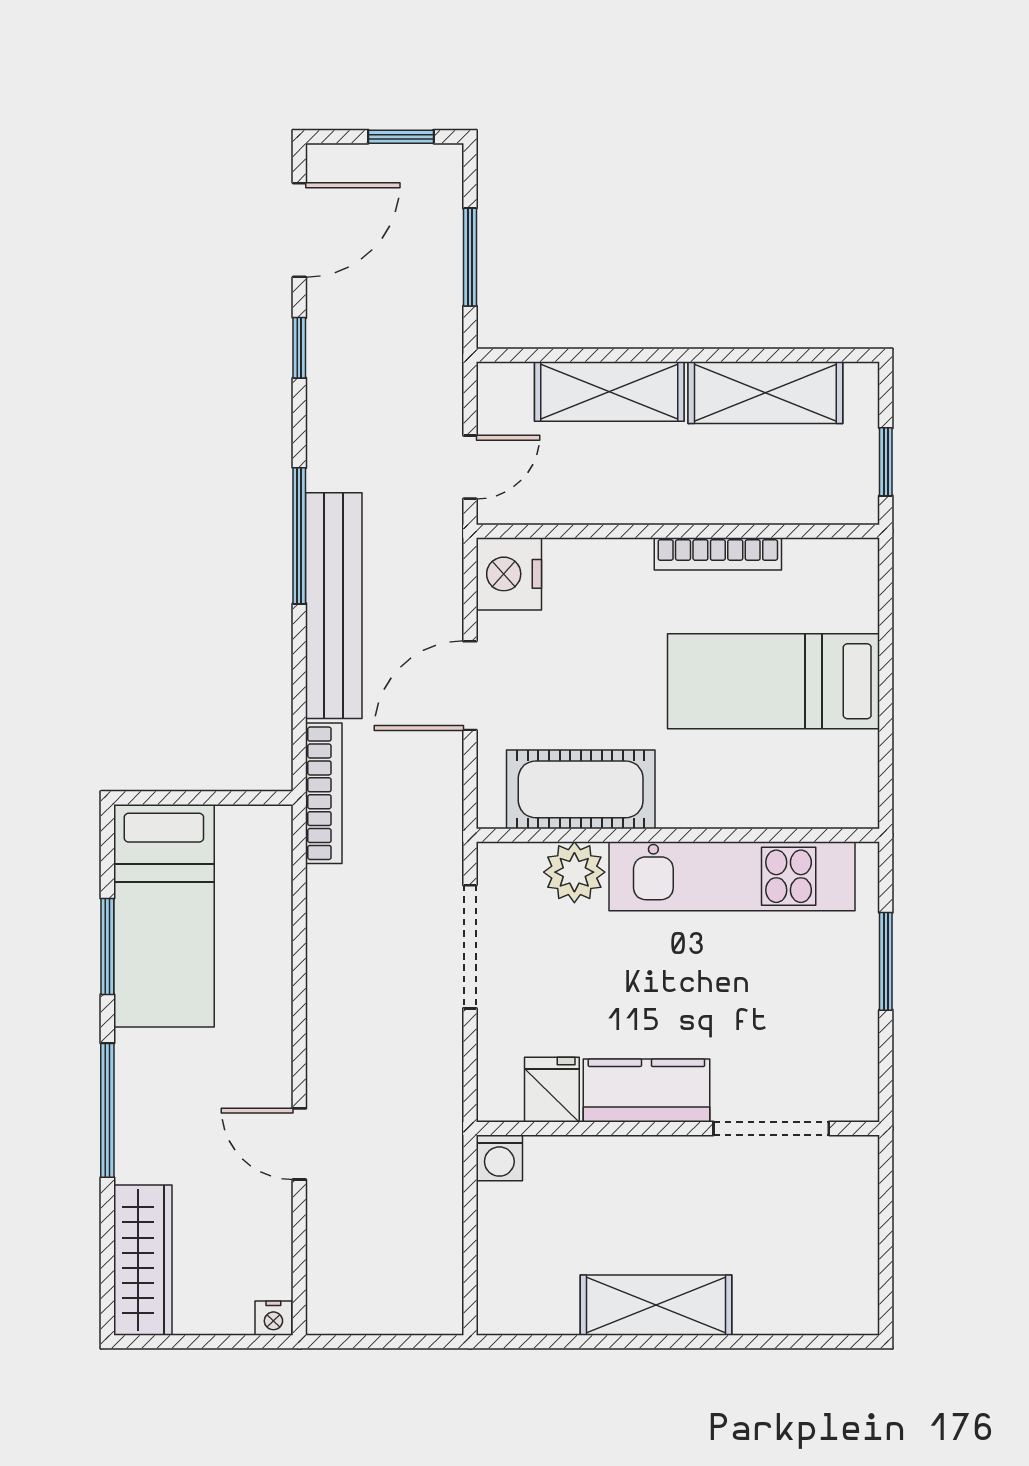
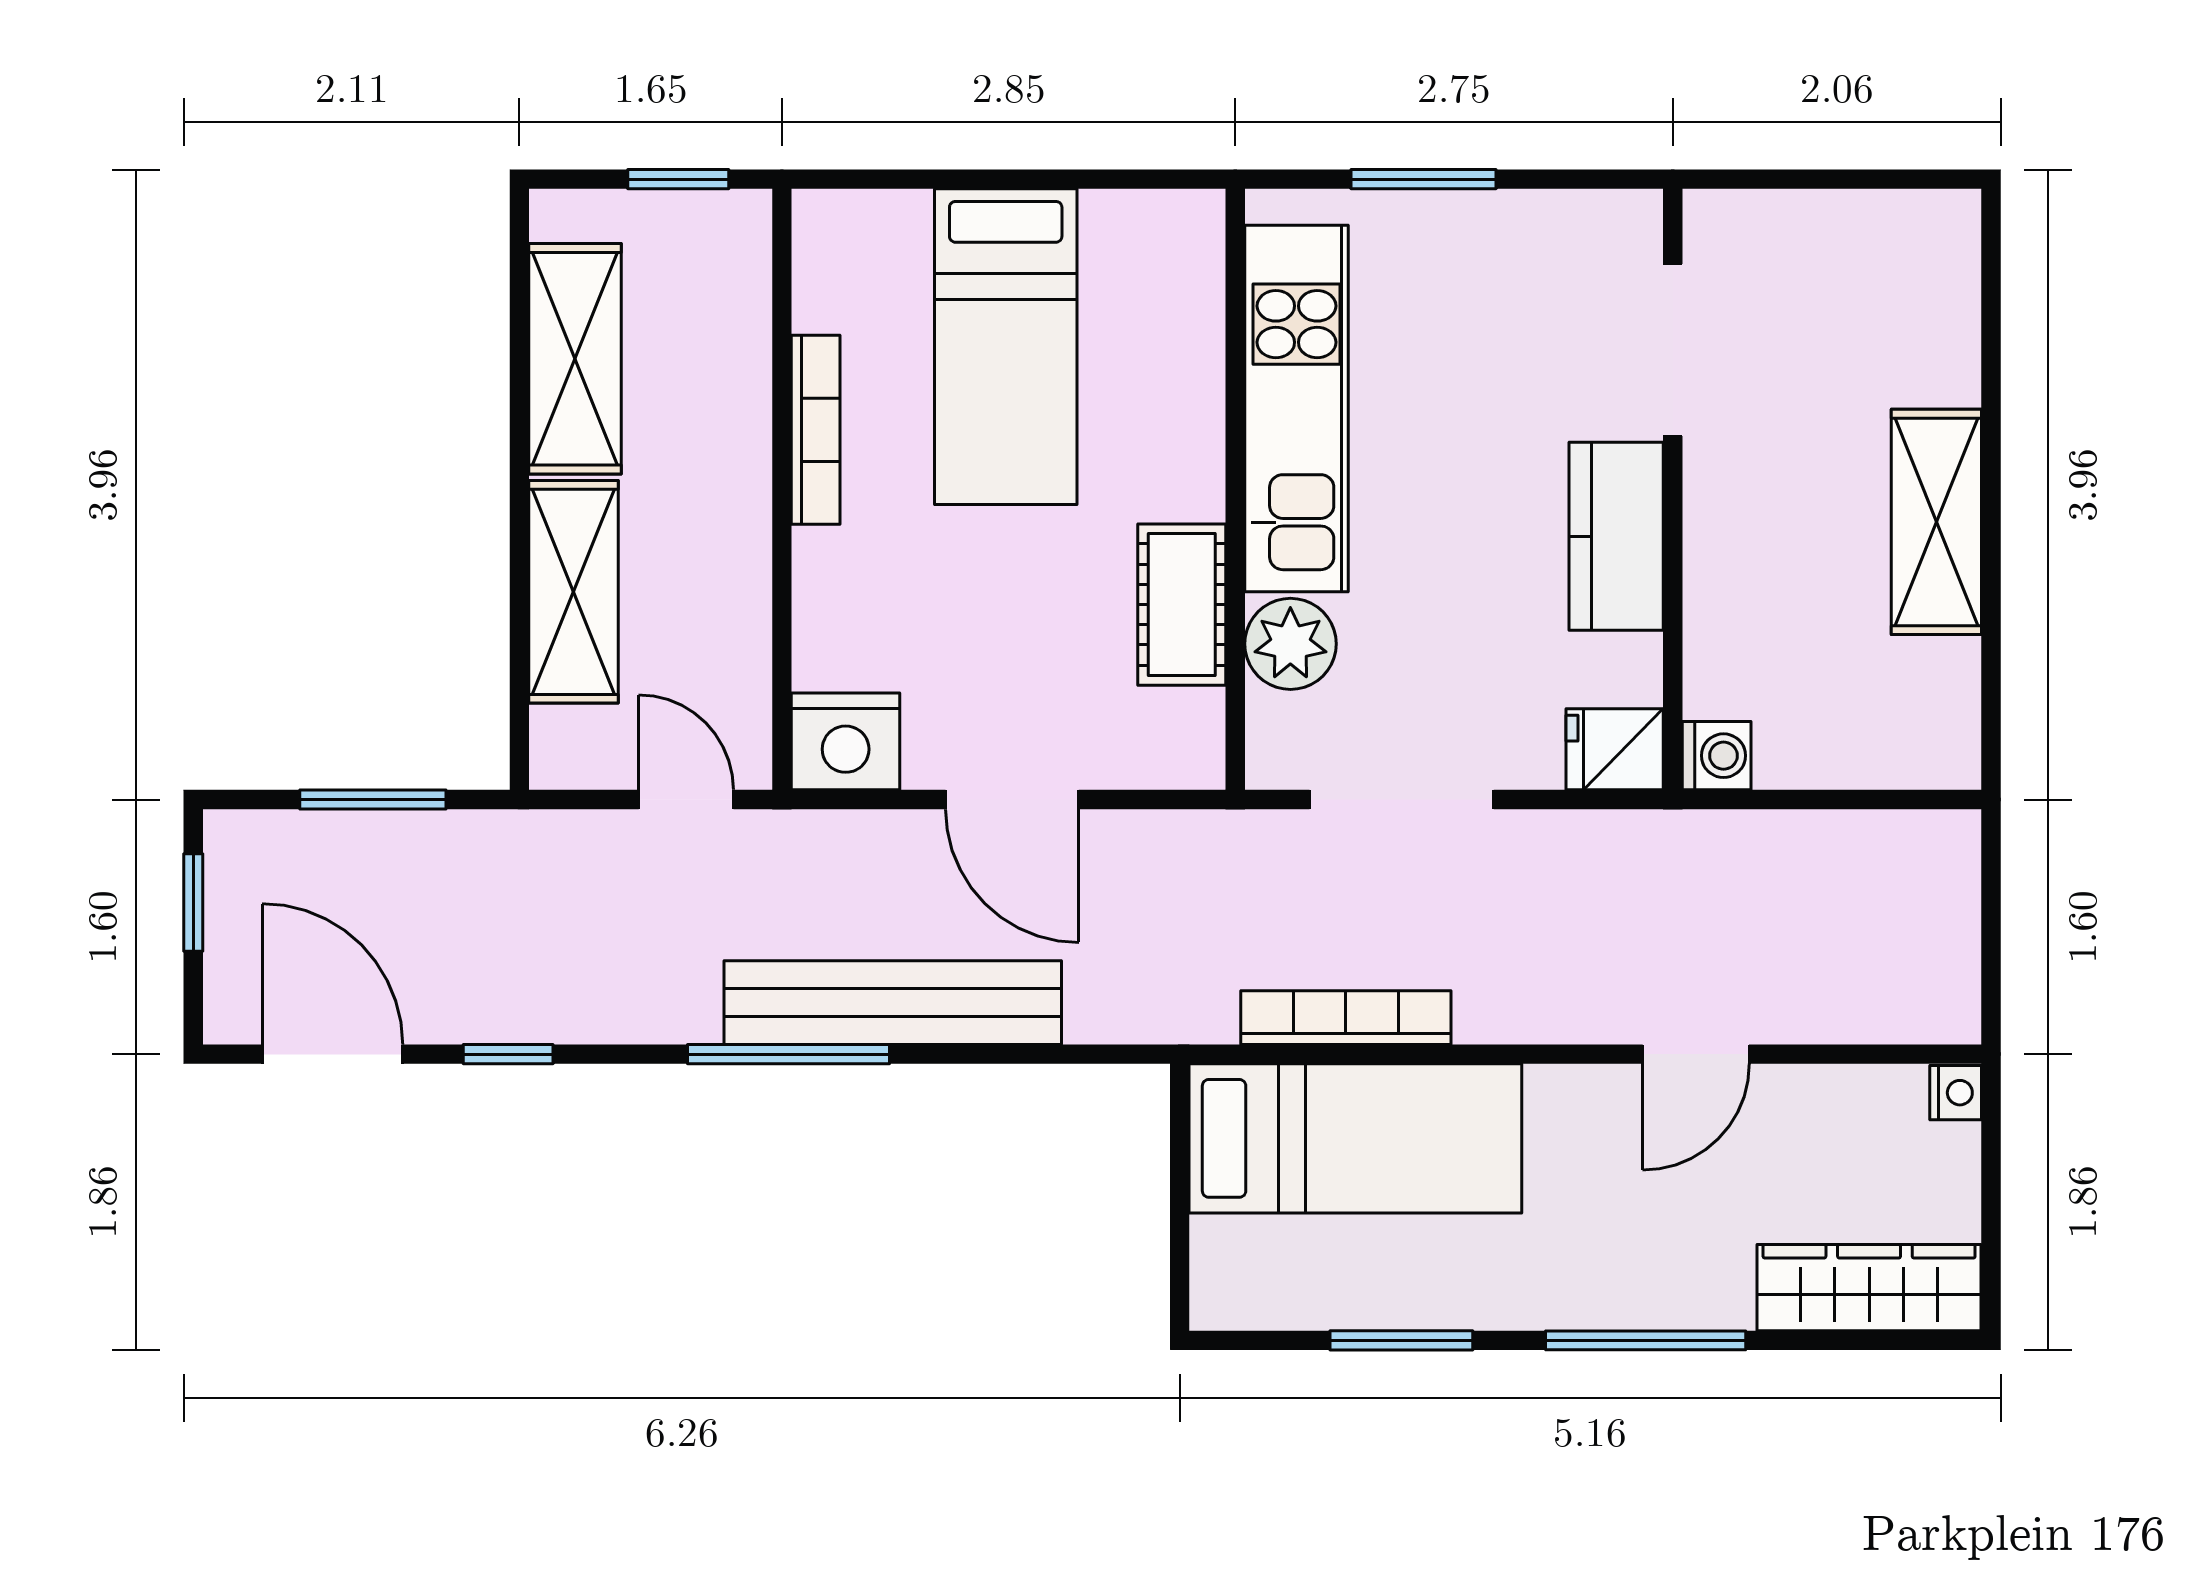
cot: (581, 789) -> (1182, 605), width x0.73, depth x0.75
bookcase: (324, 793) -> (1346, 1018), moved
bed: (164, 916) -> (1355, 1138), moved
fridge: (552, 1090) -> (1615, 749), moved

